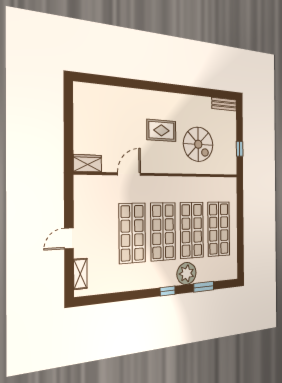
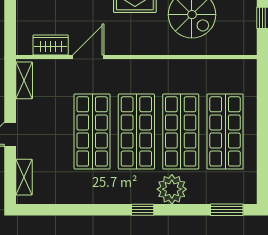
wardrobe: (87, 163) -> (51, 45), moved
shelving: (80, 193) -> (24, 80), added
window: (204, 287) -> (227, 210), moved

